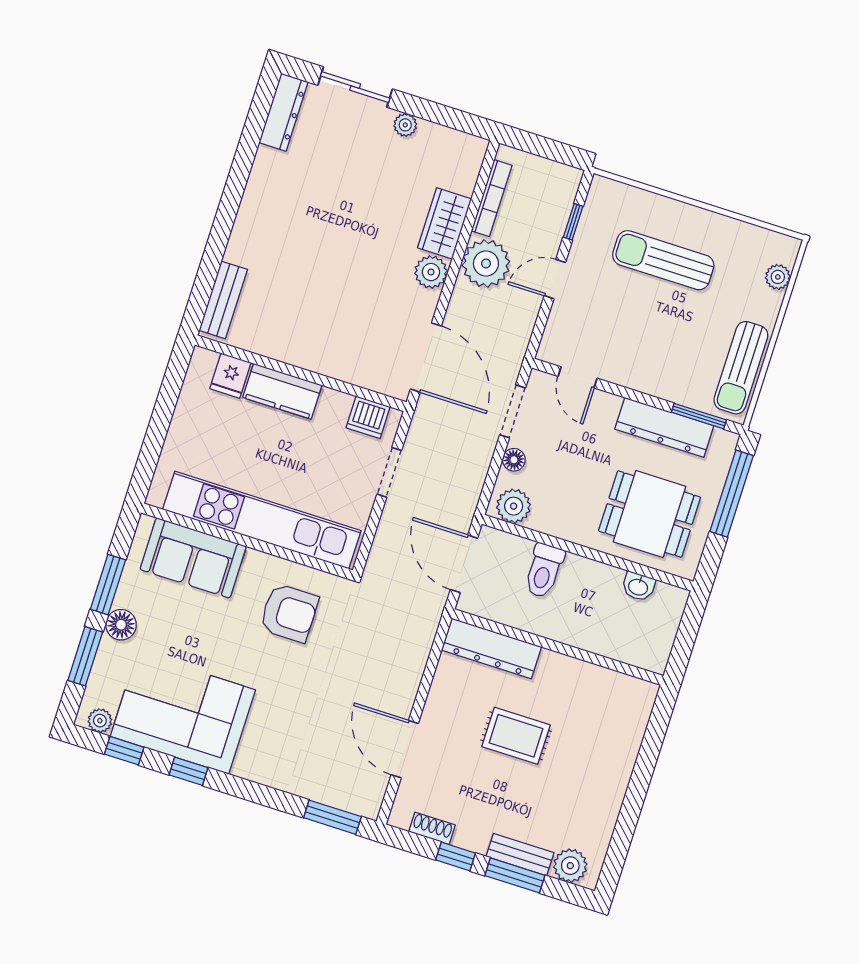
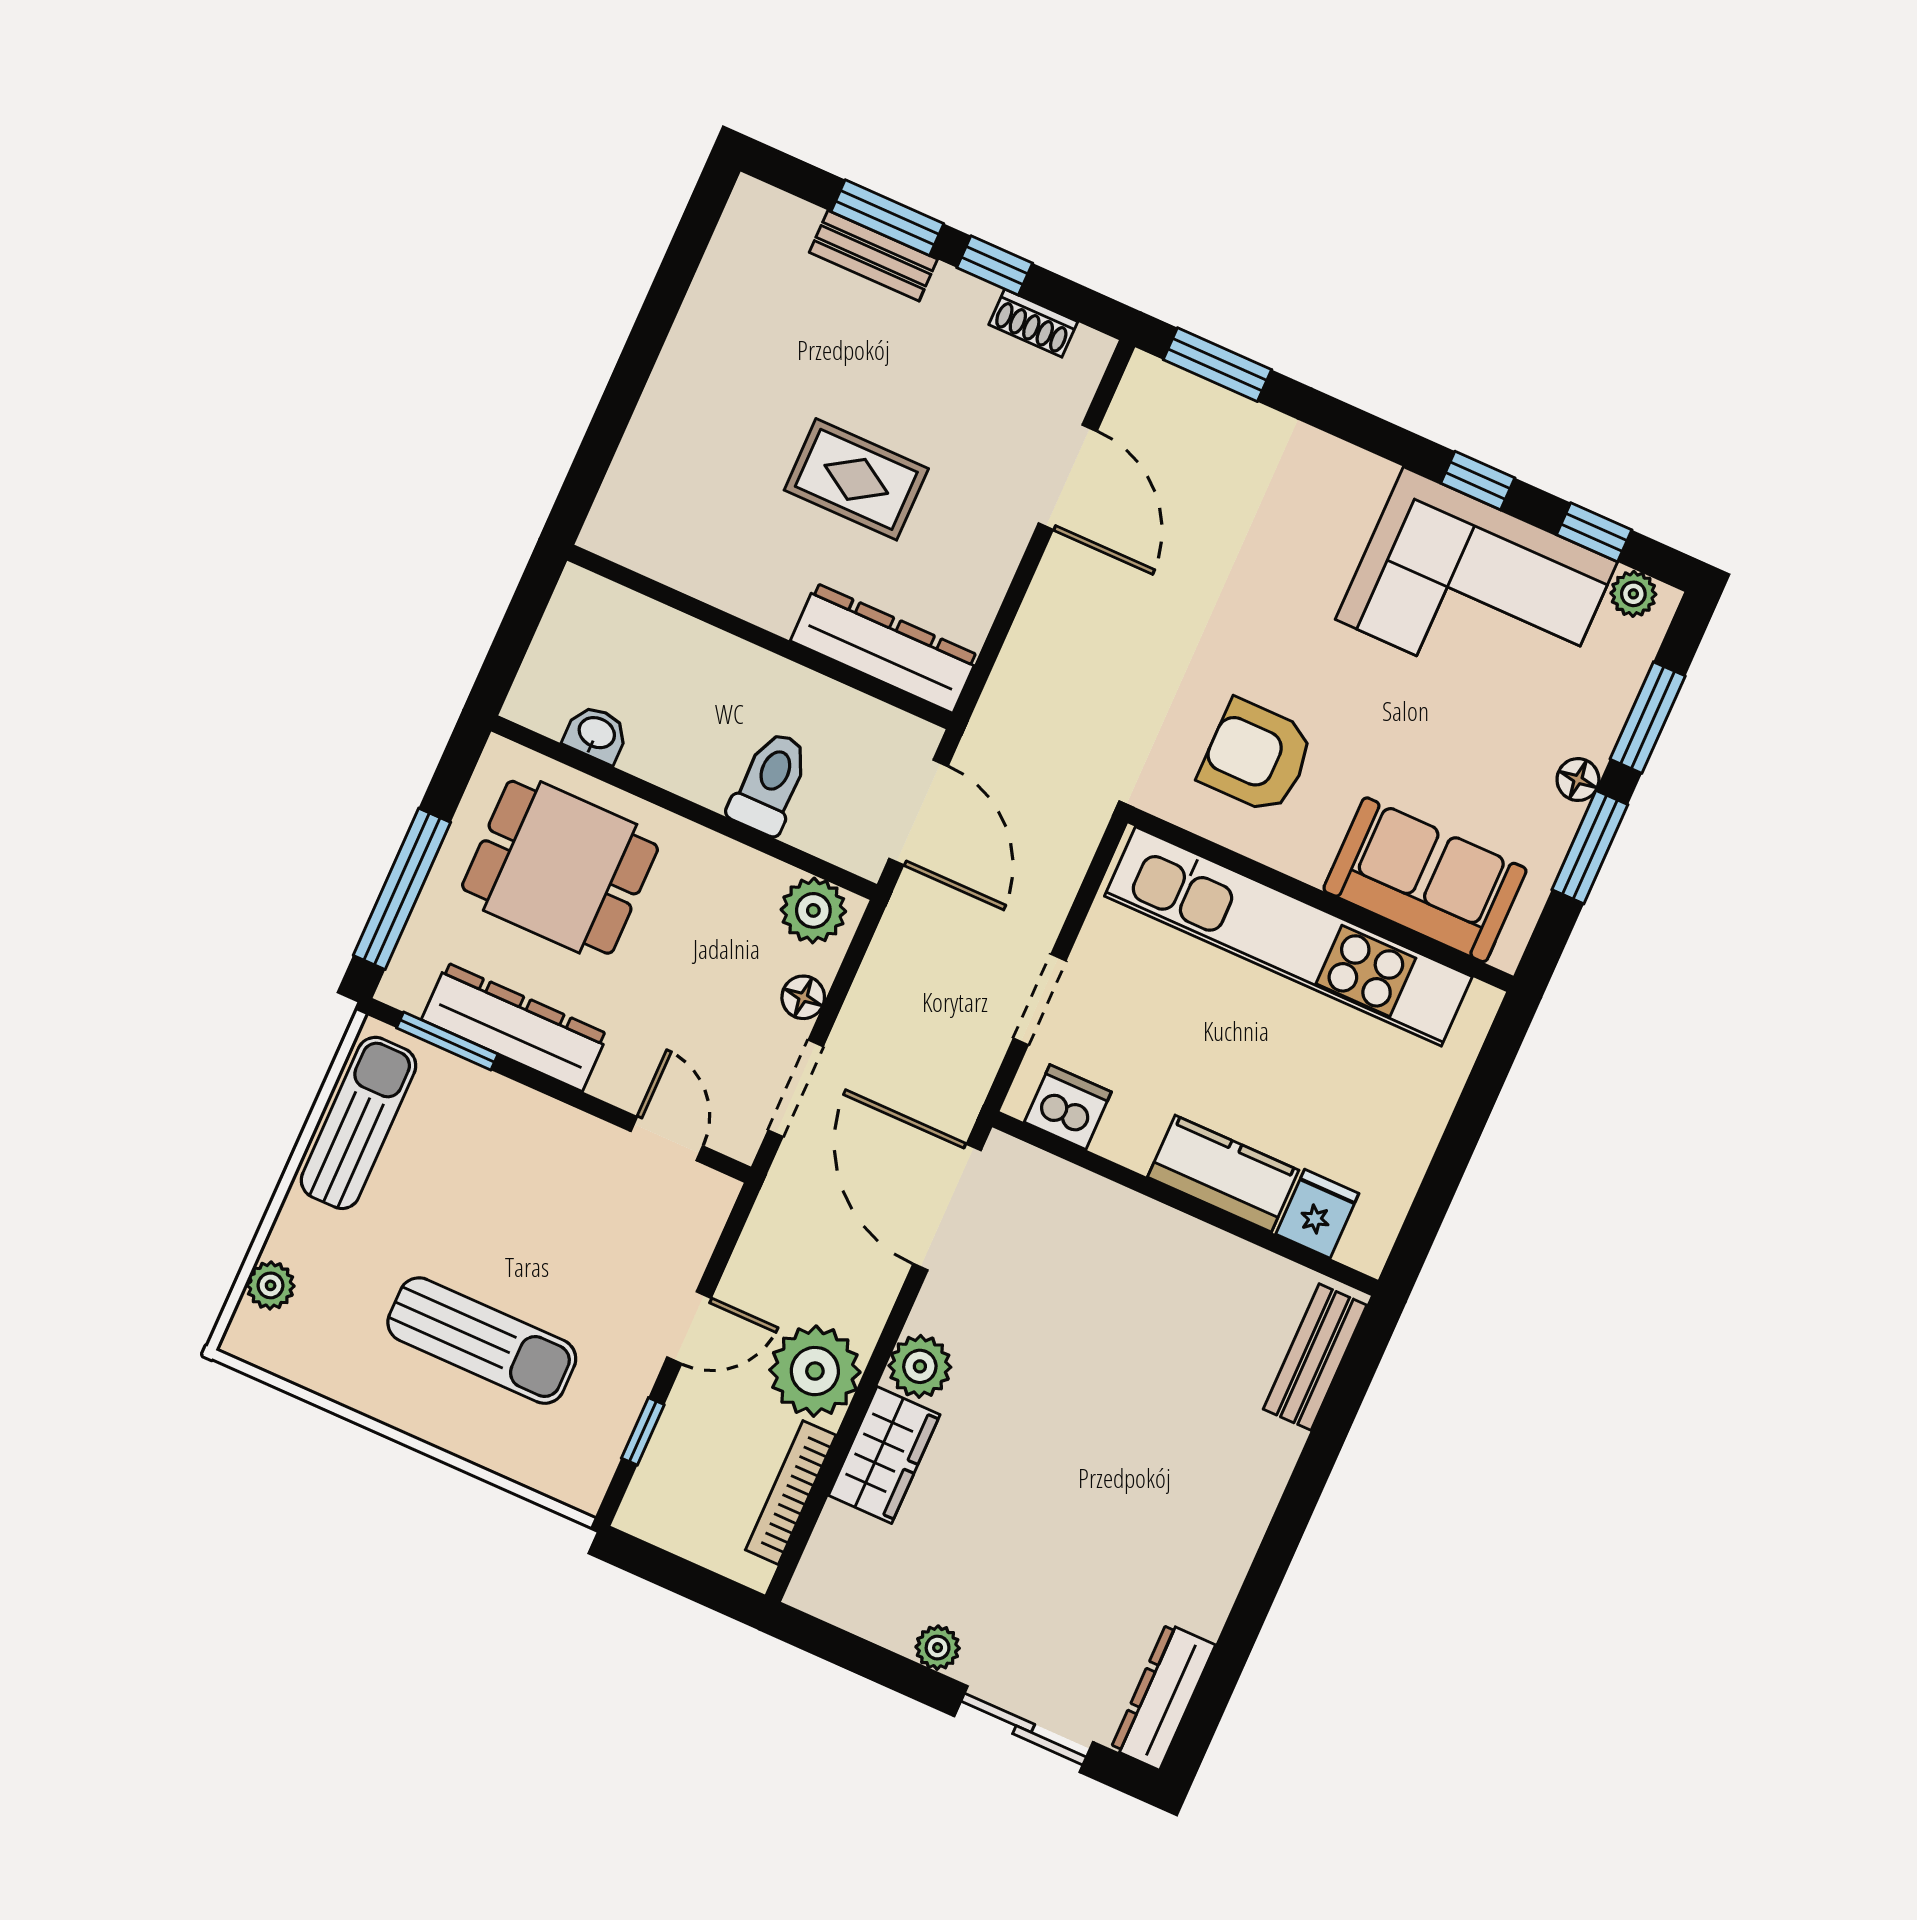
floor lamp: (121, 625) -> (1578, 780), width x0.73, depth x0.73
plant: (570, 866) -> (781, 225), removed

